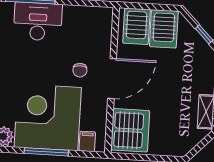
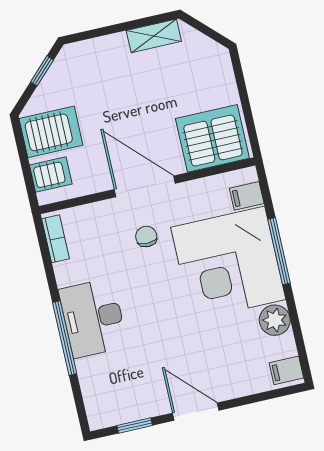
bookcase: (95, 12) -> (56, 239), added
server rack: (136, 26) -> (51, 175), width x0.73, depth x0.70
chair: (80, 70) -> (146, 237), turned -90

